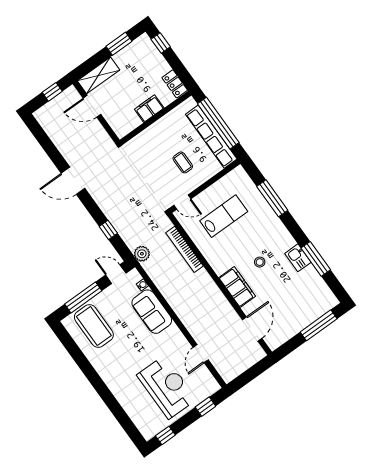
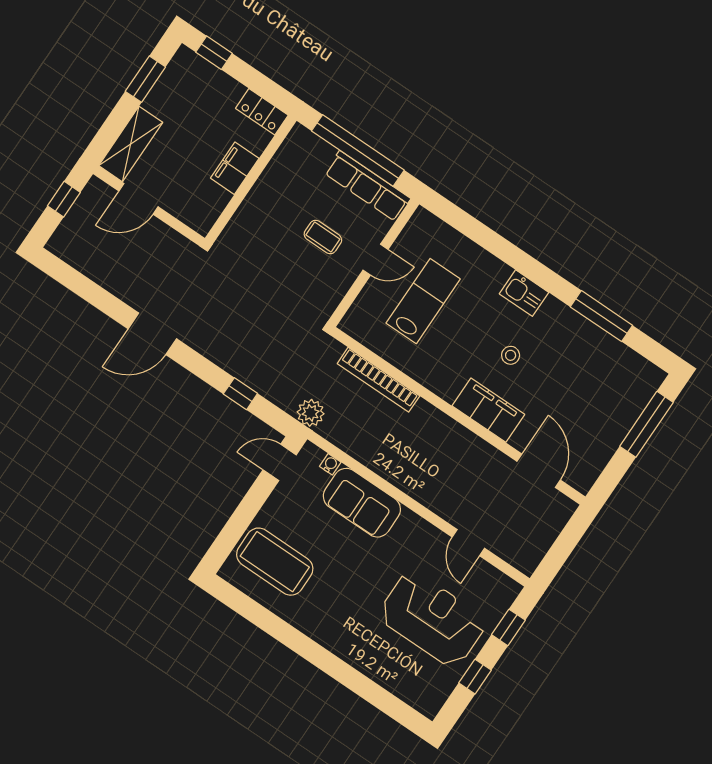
row of seats: (211, 137) -> (367, 186), width x0.73
window: (272, 198) -> (493, 242), removed
door: (182, 202) -> (376, 260), moved
kitchen sink: (298, 258) -> (524, 293), moved
window: (83, 297) -> (240, 521), removed
window: (165, 435) -> (475, 677), moved

